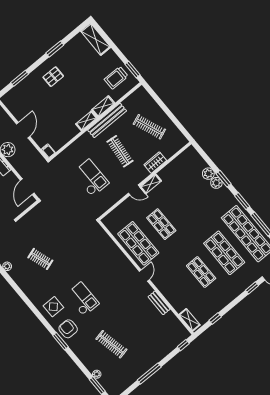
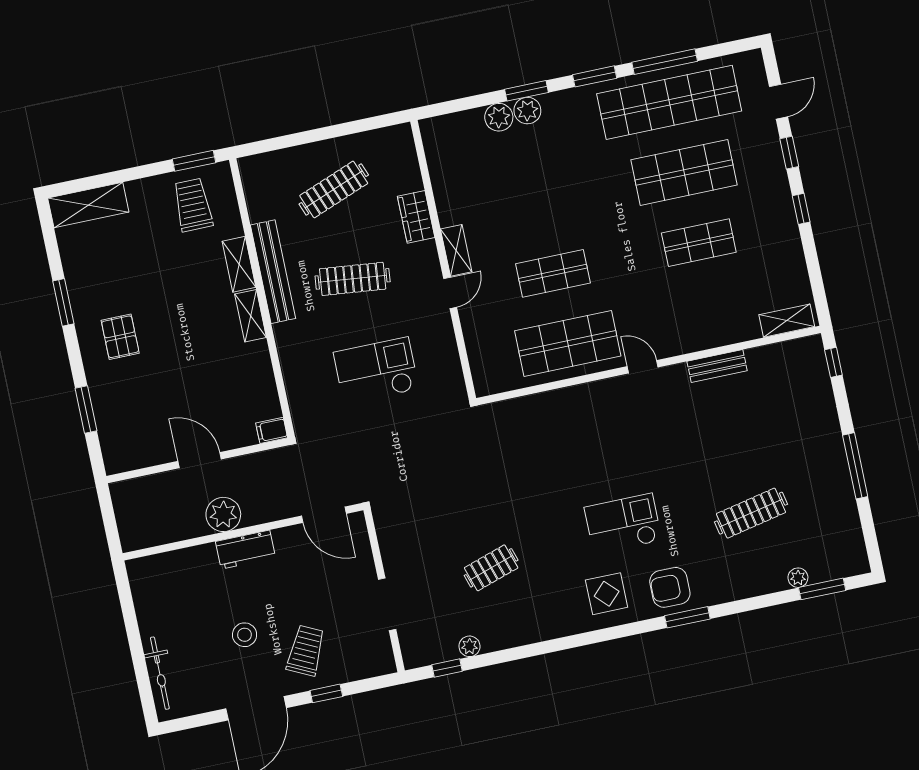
trolley: (116, 78) -> (193, 205), turned 180
window: (215, 319) -> (801, 209), moved

